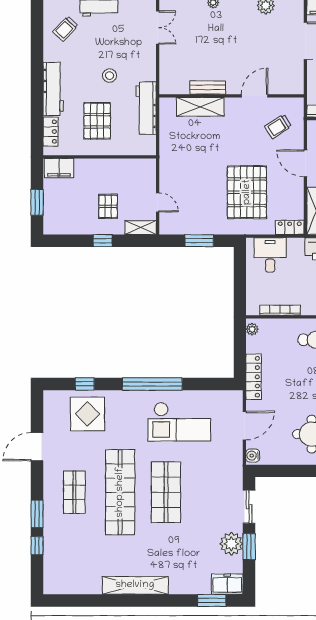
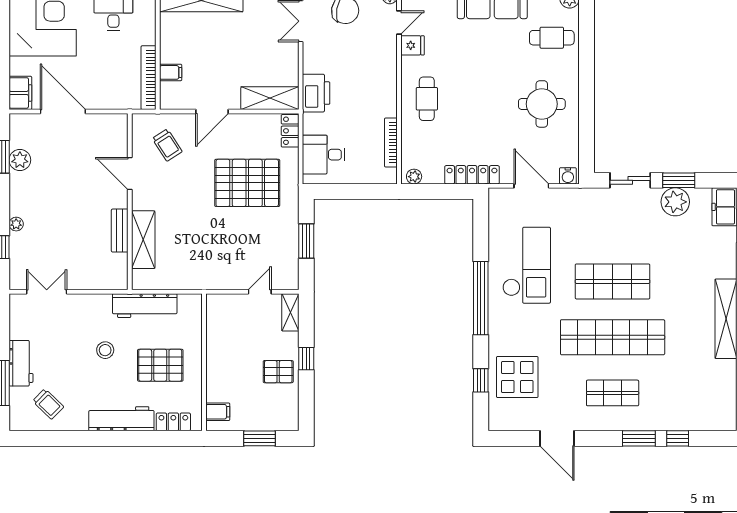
filing cabinet: (59, 168) -> (218, 412), width x0.50
pallet: (108, 206) -> (278, 372), moved

